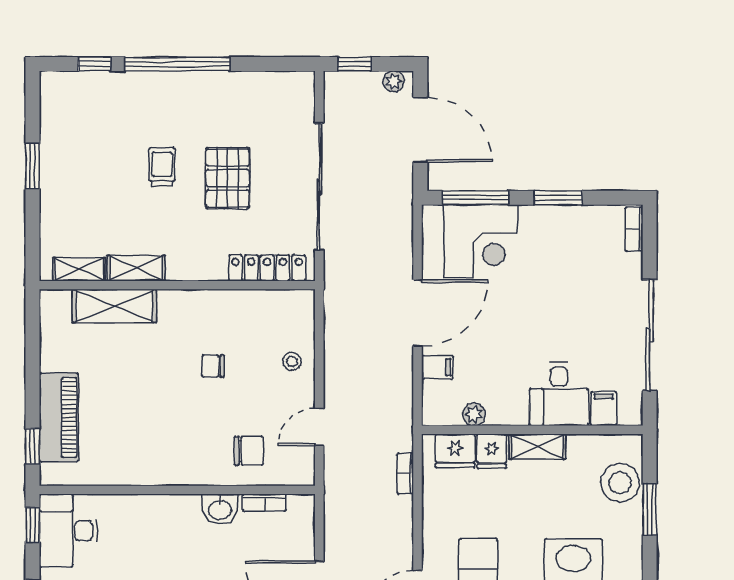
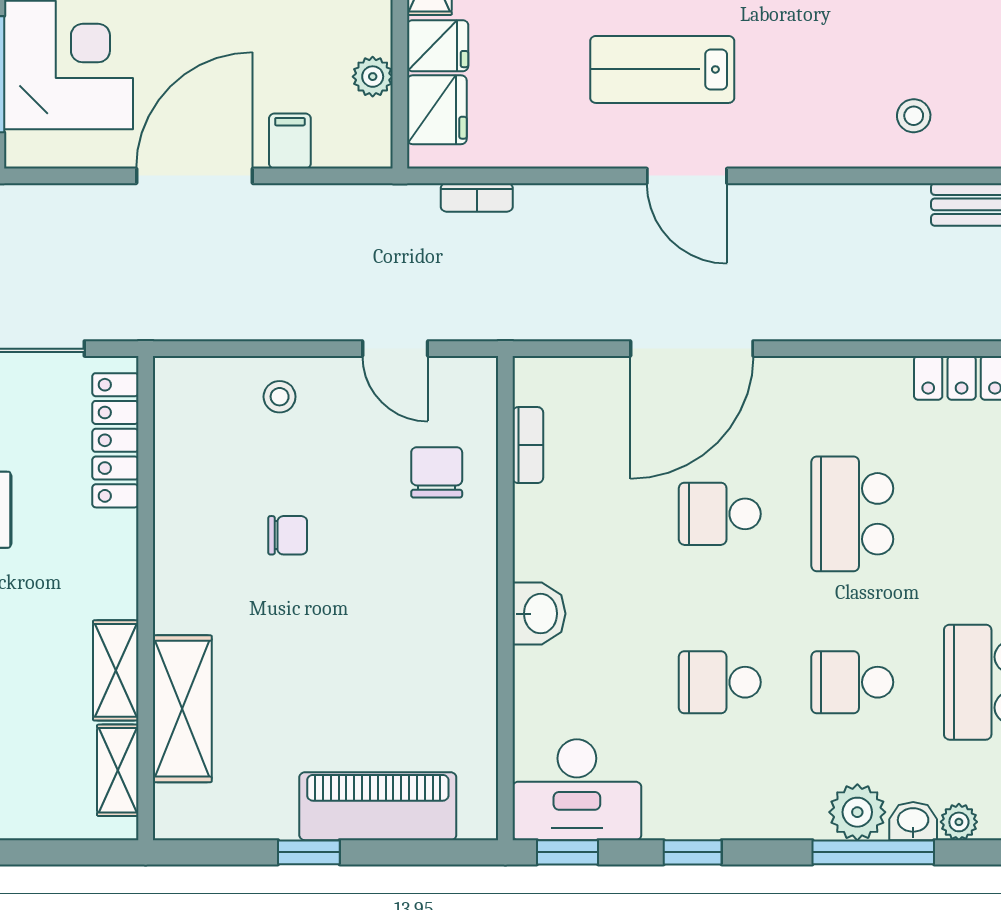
door: (418, 313) -> (195, 176), hinge flipped
chair: (213, 366) -> (288, 535), turned -90
window: (33, 446) -> (309, 852), moved
washbasin: (220, 509) -> (539, 614), moved

